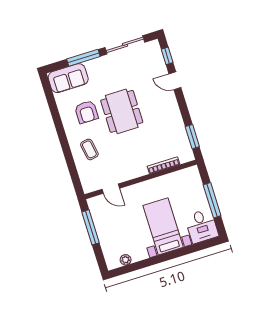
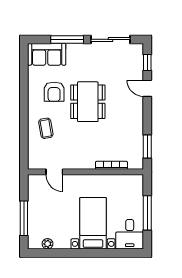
window: (91, 227) -> (24, 218), moved

